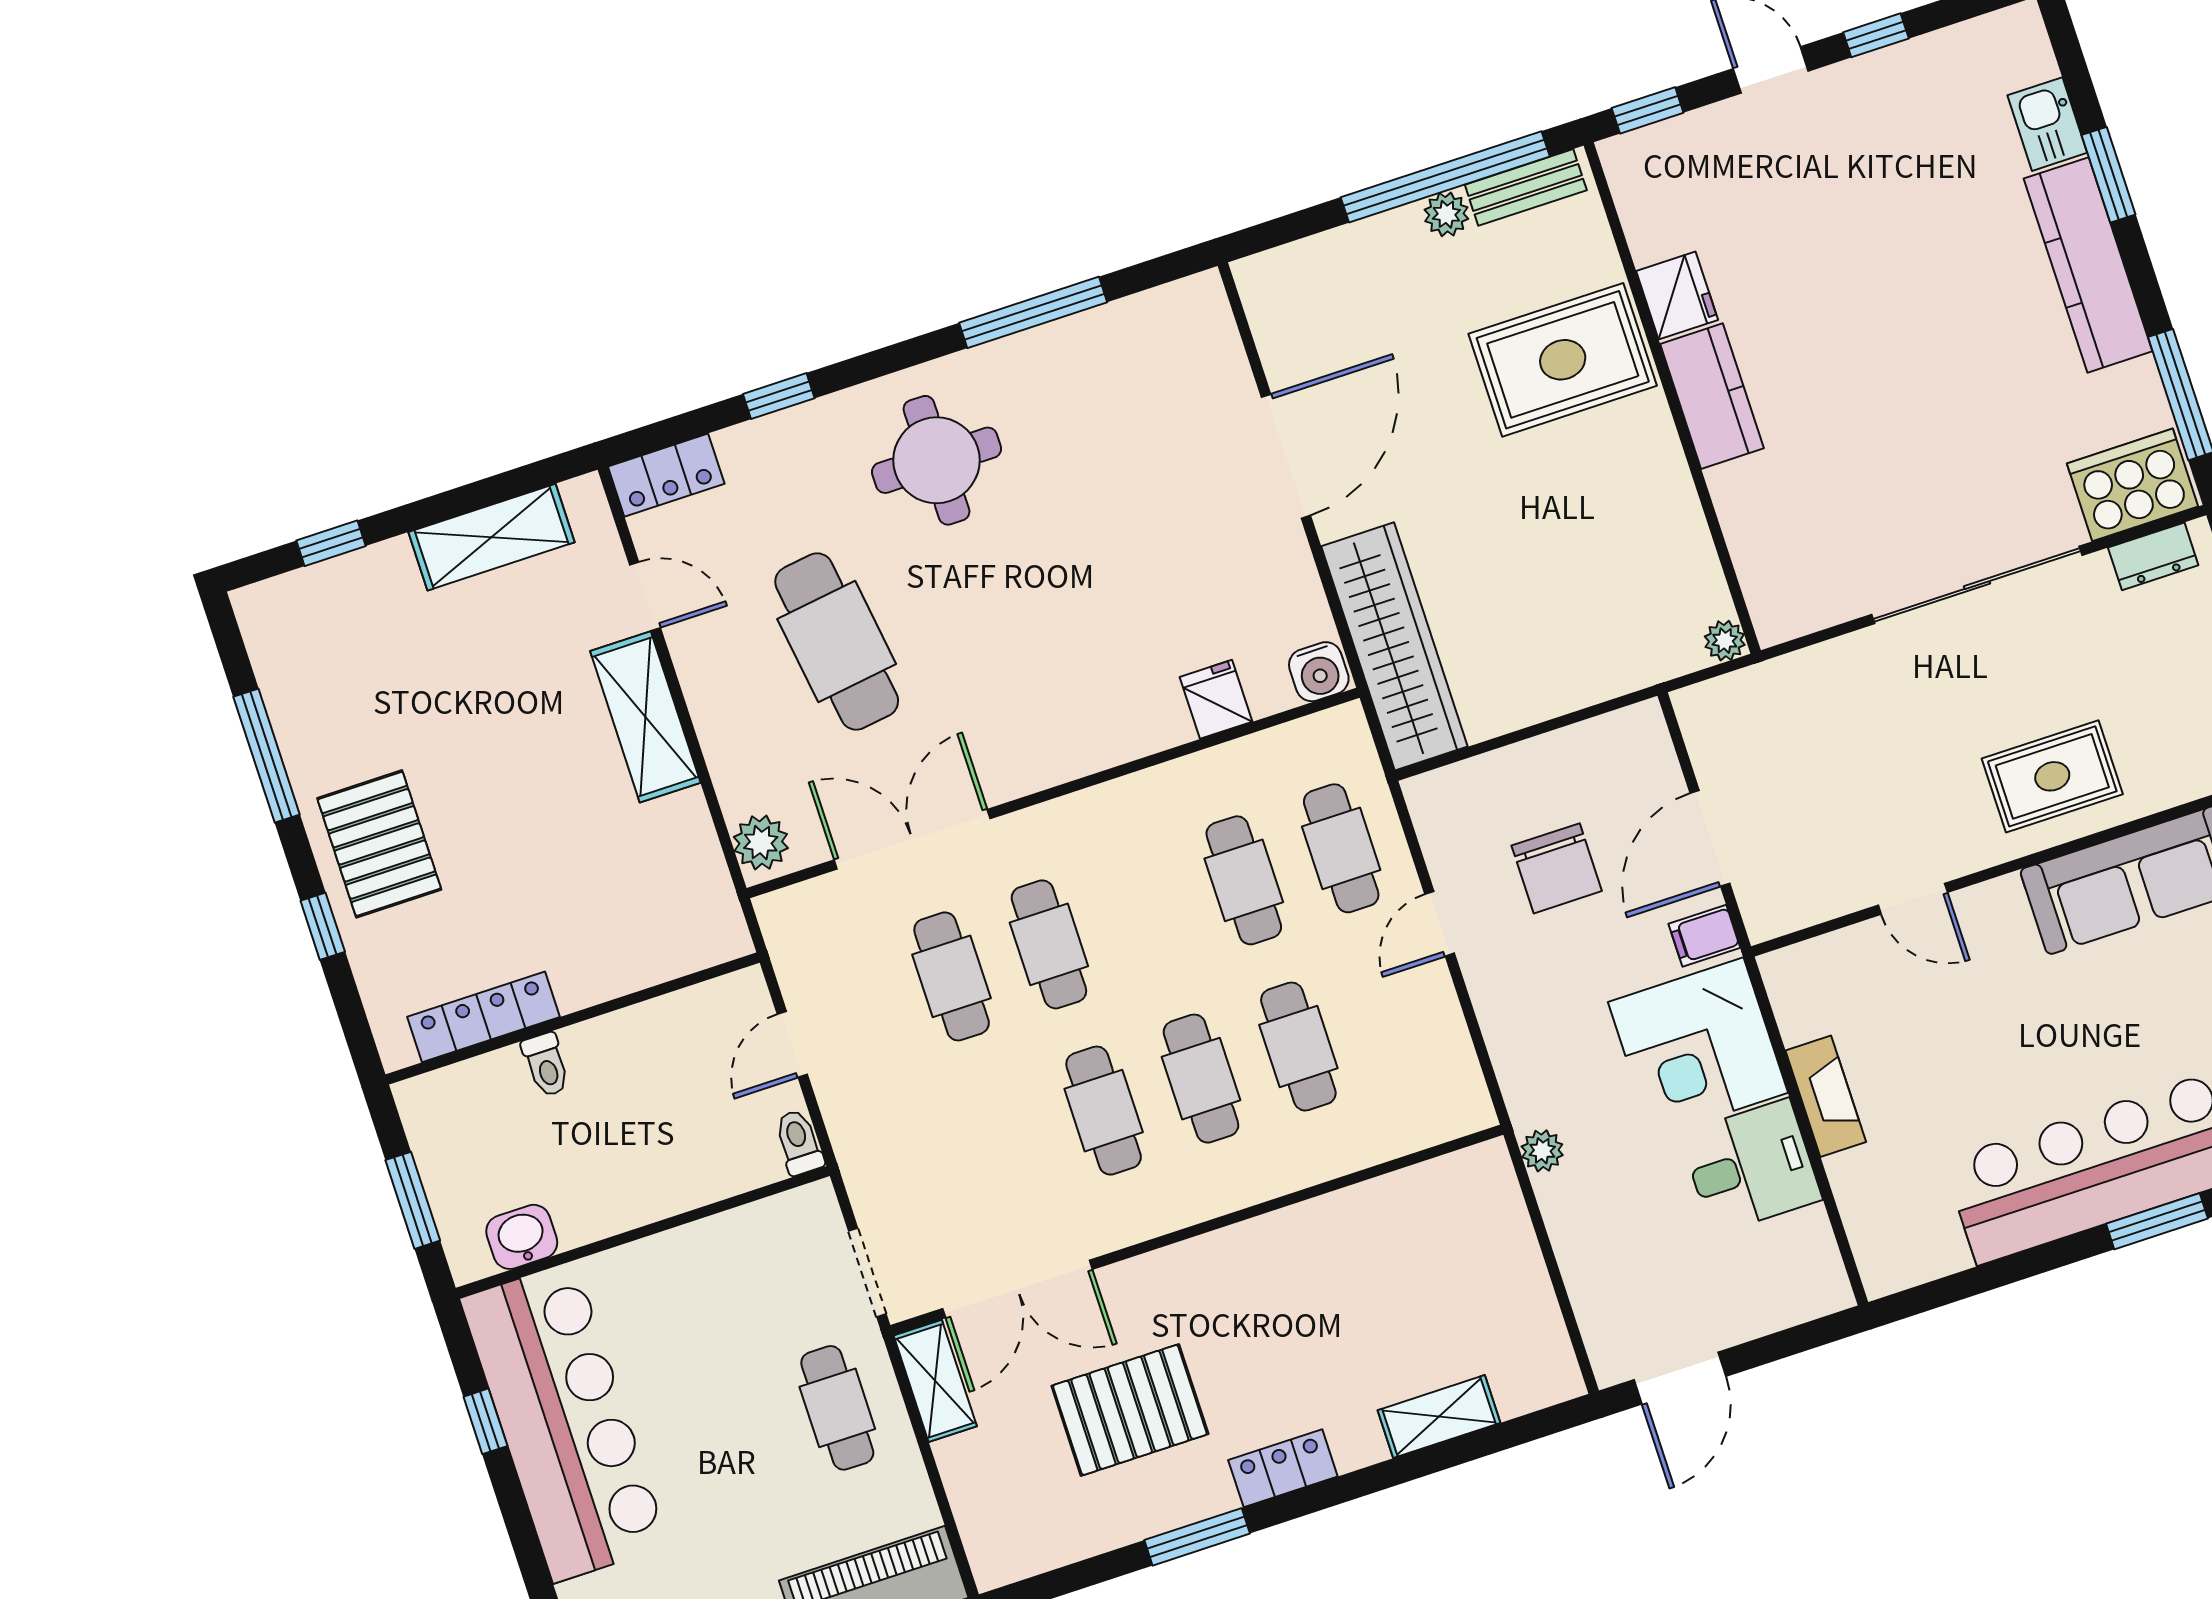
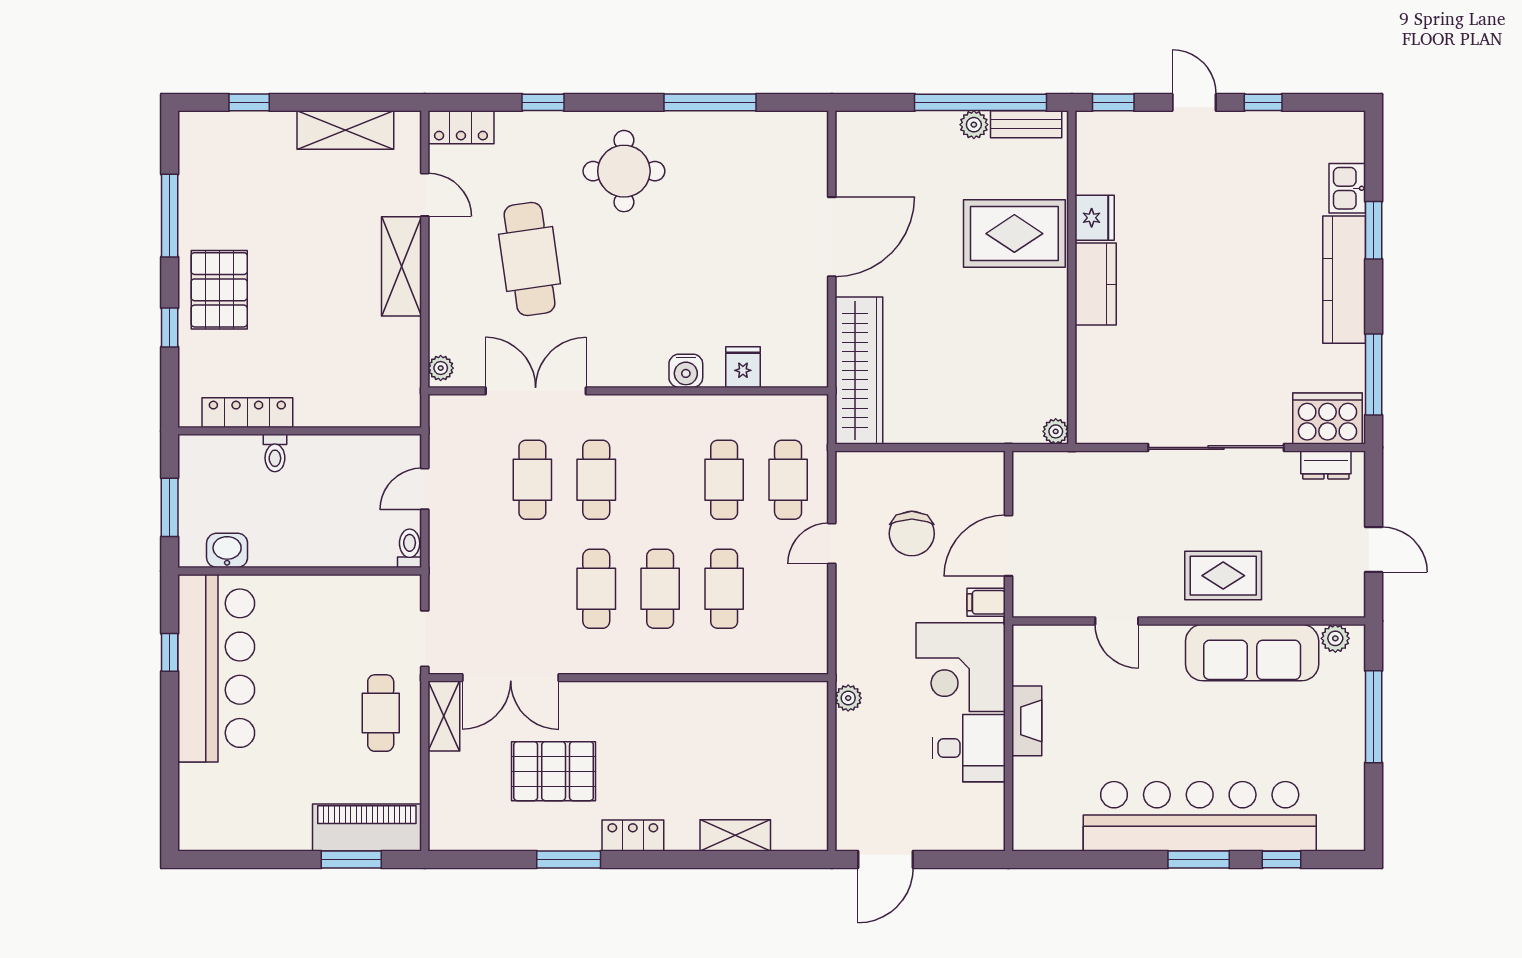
water cooler: (1319, 672) -> (686, 371), moved
plant: (761, 843) -> (441, 368), width x0.73, depth x0.73

